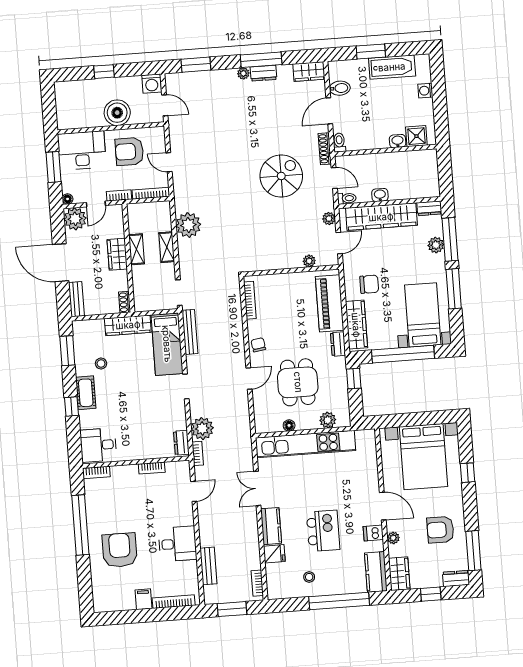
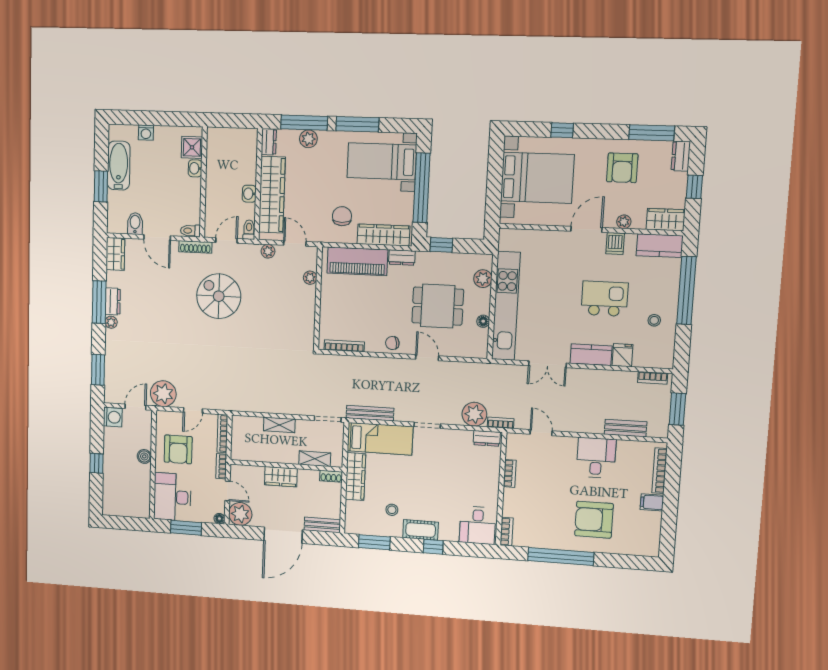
boiler: (117, 113) -> (144, 456), width x0.54, depth x0.54
plant: (188, 225) -> (163, 394), moved
shelving: (137, 249) -> (315, 459), moved

